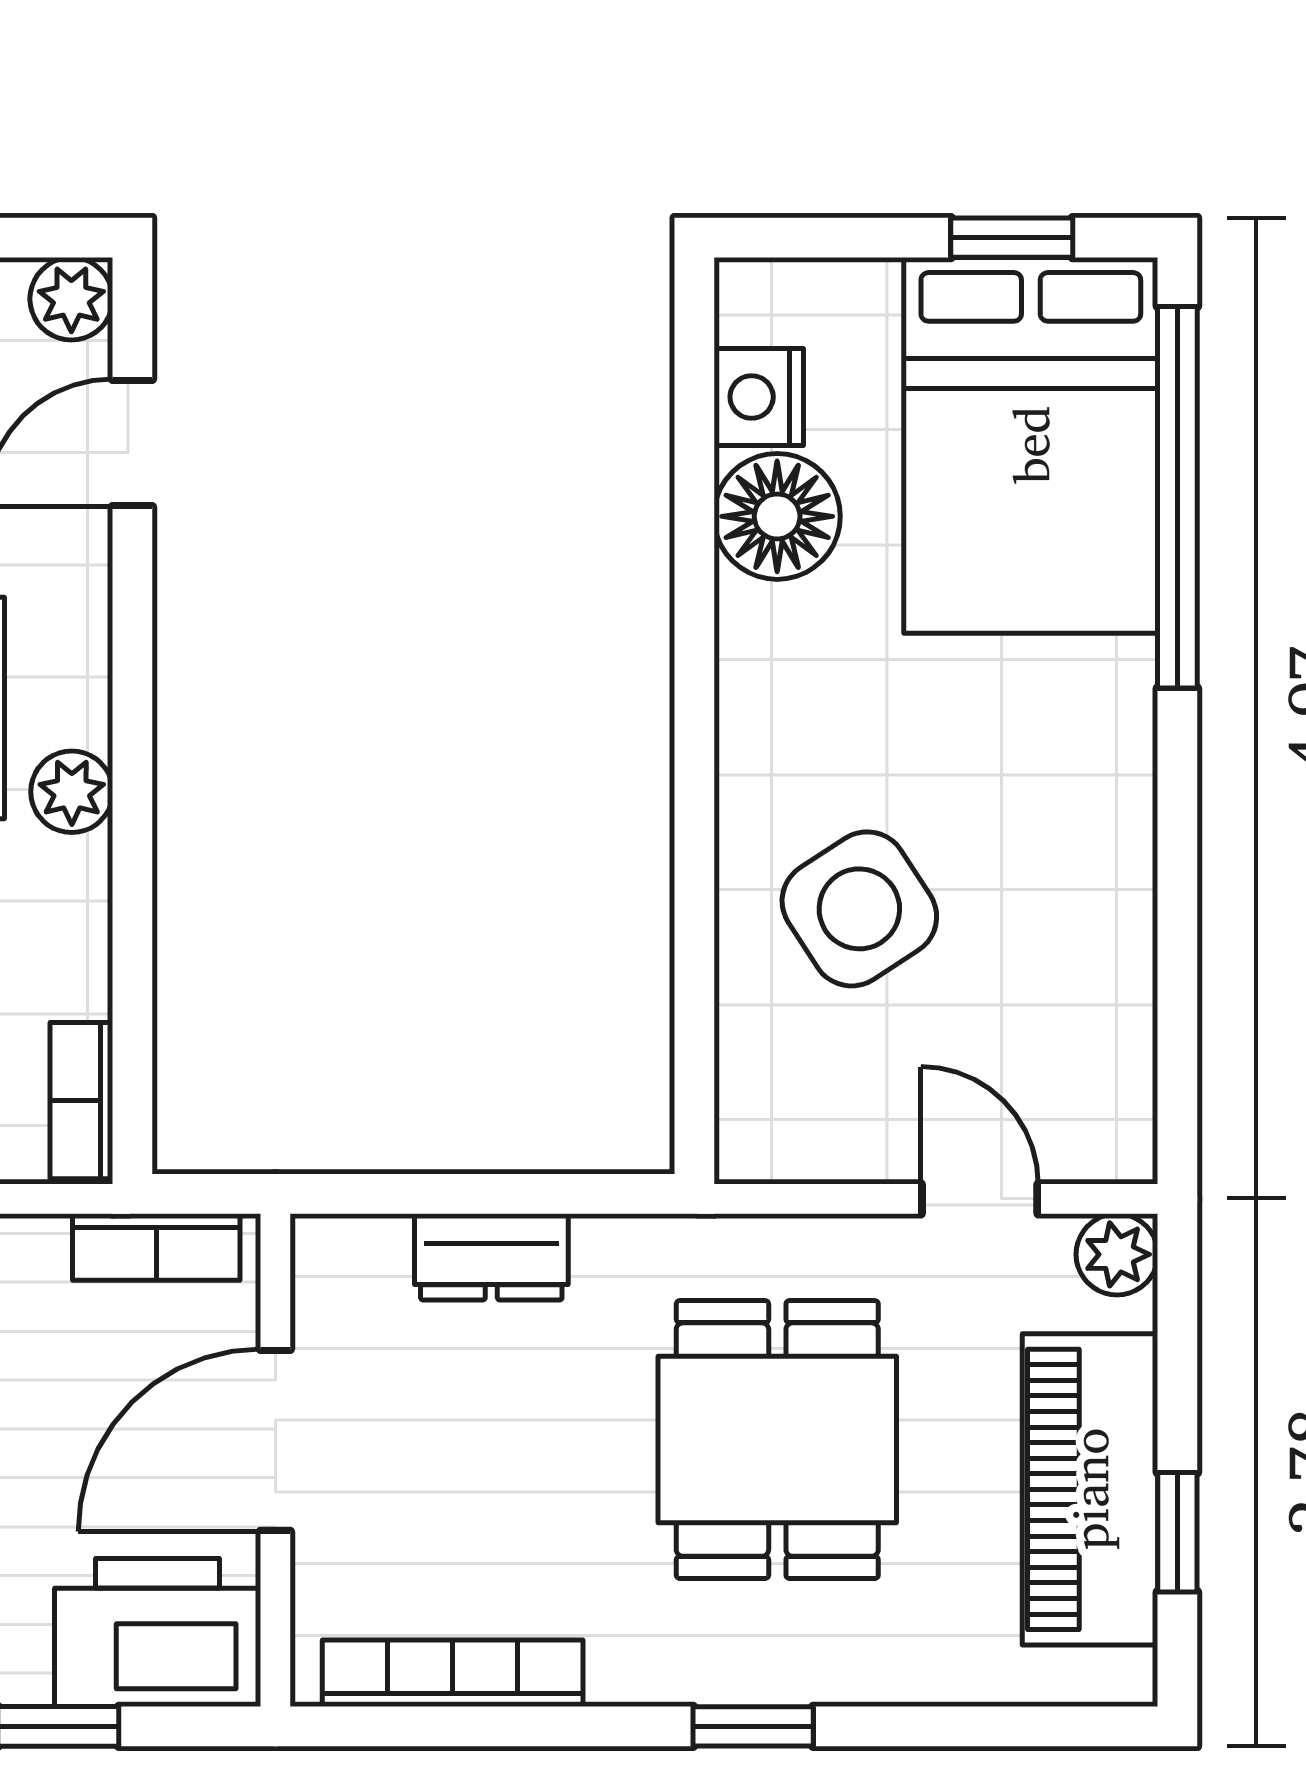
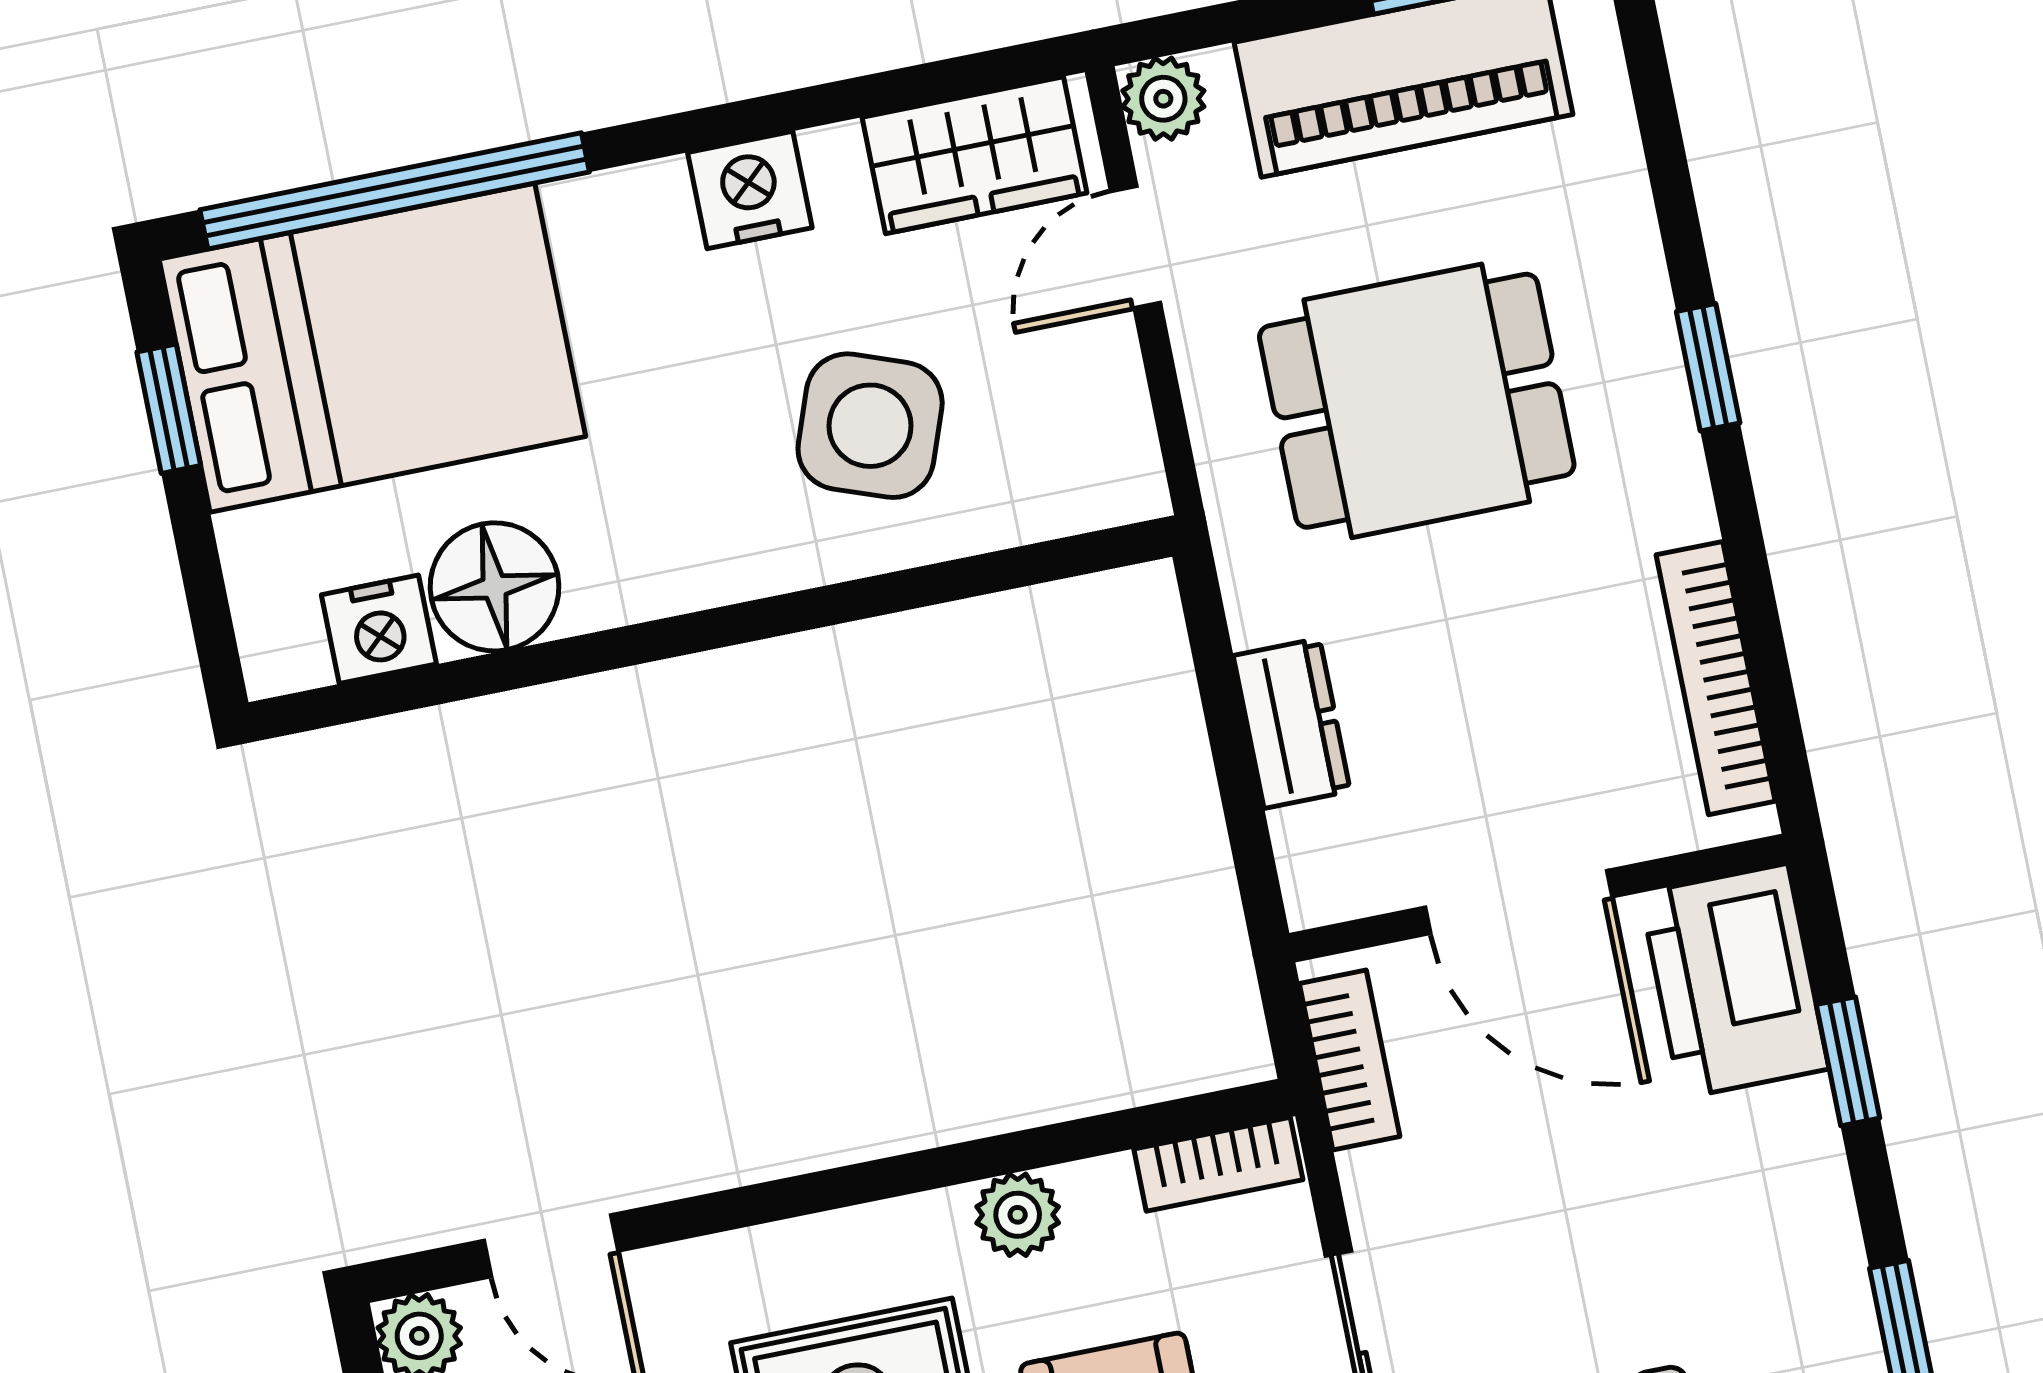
plant: (72, 792) -> (1018, 1215), moved
nightstand: (1109, 839) -> (750, 190), added
side table: (859, 909) -> (870, 426), turned -37
wardrobe: (1099, 1062) -> (974, 155), added

